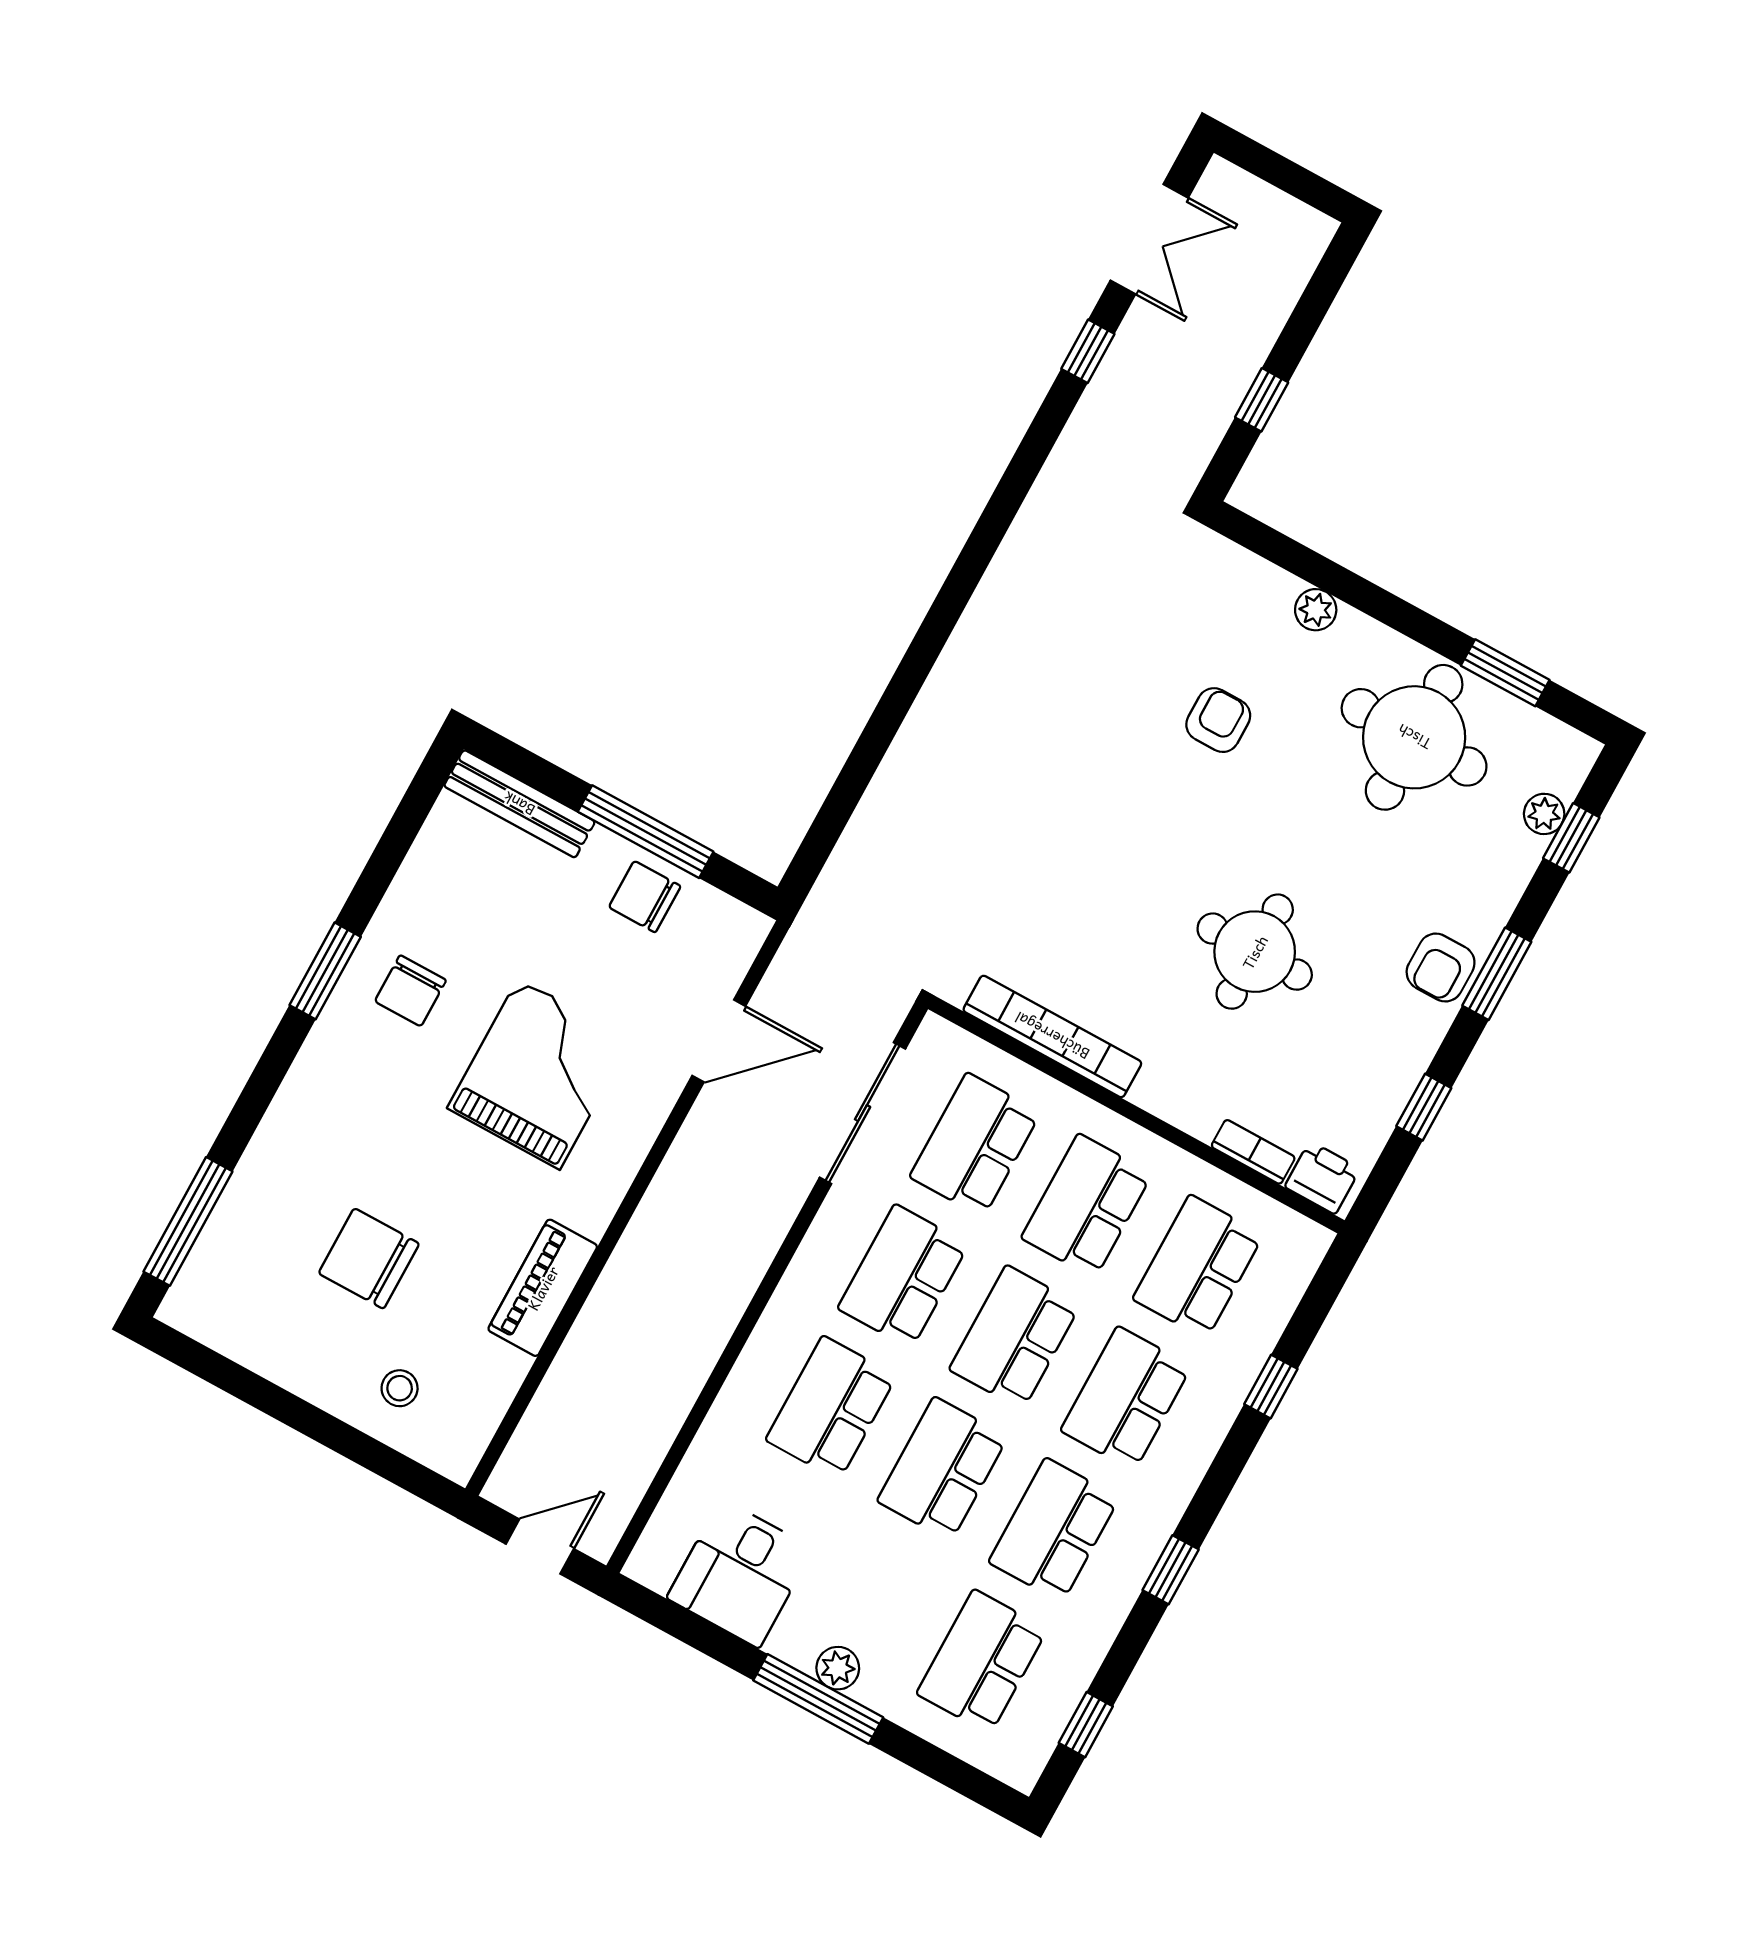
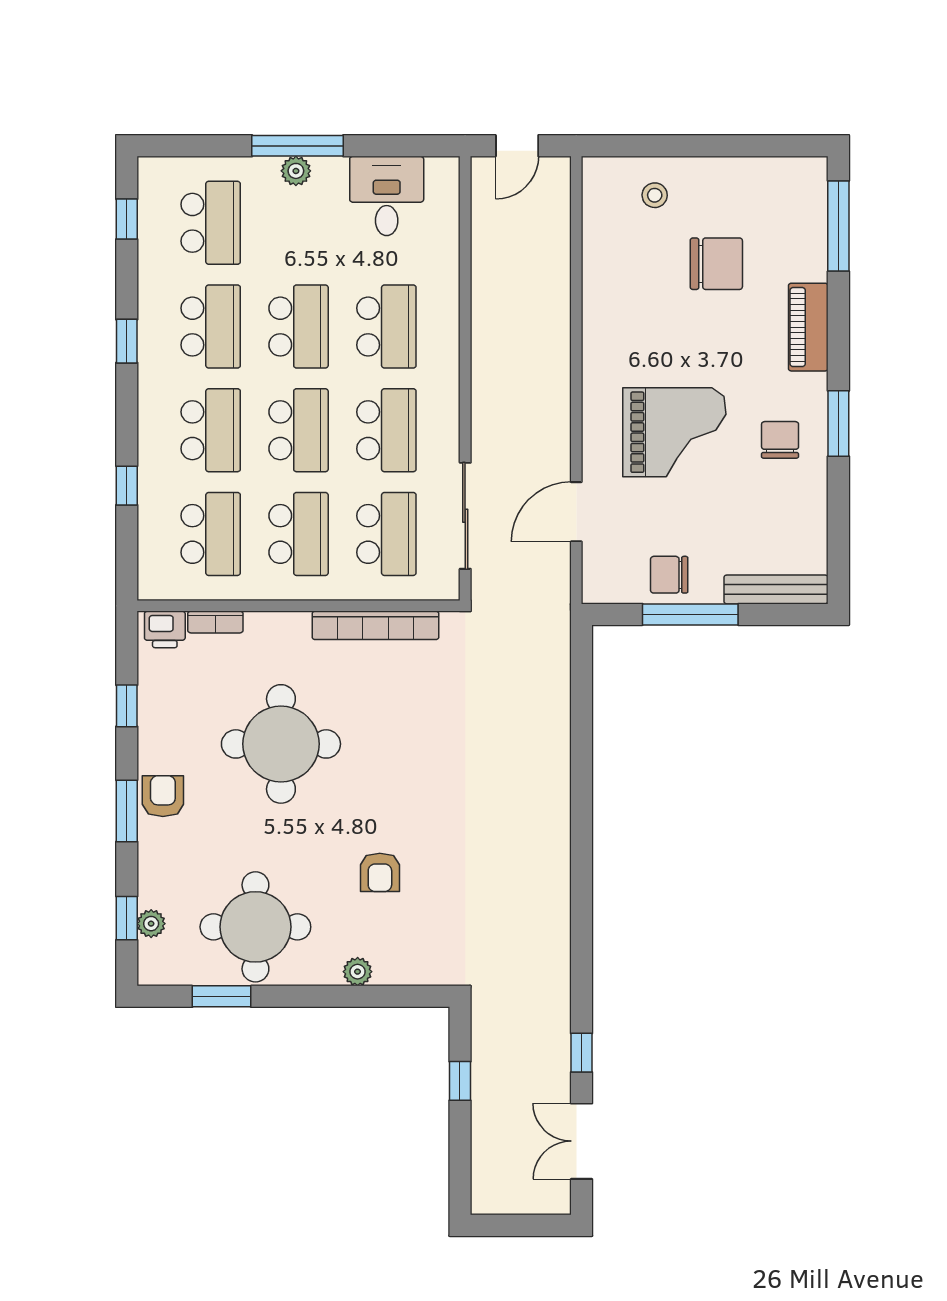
chair: (645, 897) -> (669, 575), turned 180
round table: (1255, 952) -> (281, 744), width x1.36, depth x1.36
grand piano: (539, 1074) -> (674, 432), turned -90
piano: (543, 1288) -> (808, 327), moved, turned 180

